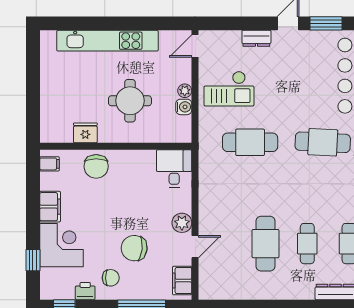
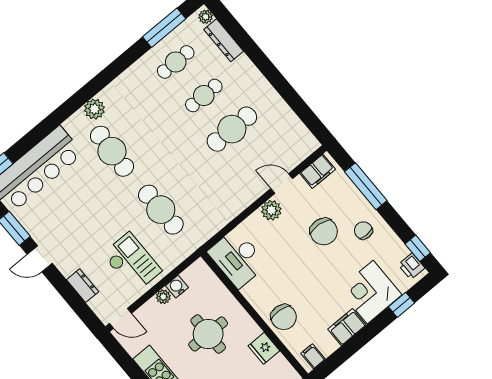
dresser: (256, 38) -> (83, 286), moved
chair: (96, 166) -> (284, 317), turned 95
desk: (174, 169) -> (237, 258), width x1.37
printer: (85, 291) -> (411, 266), moved

